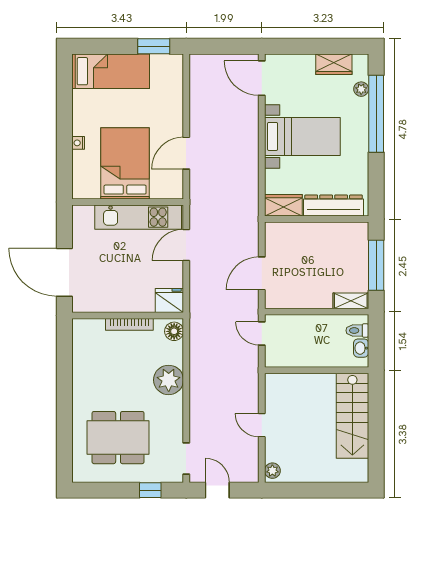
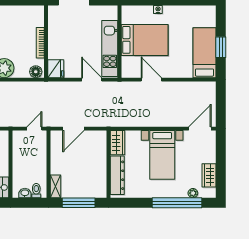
window: (154, 46) -> (221, 47), moved
bed: (111, 71) -> (205, 53), moved, turned 180
door: (262, 273) -> (73, 129), swing flipped

